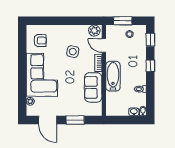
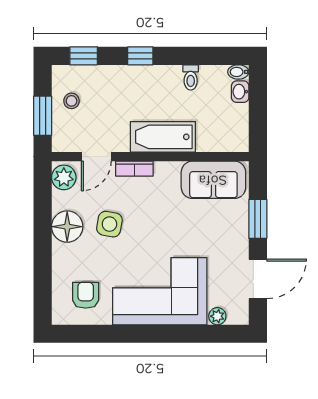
floor lamp: (72, 32) -> (67, 227), added
sofa: (93, 87) -> (213, 180), moved

